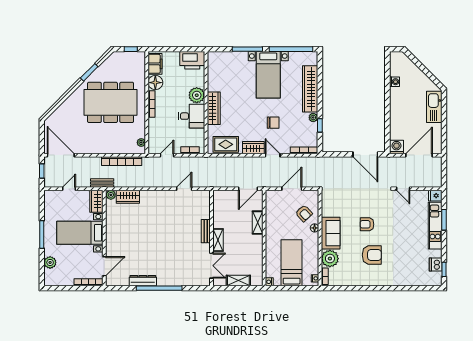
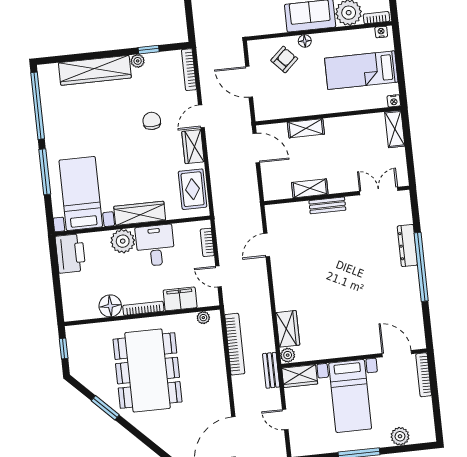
filing cabinet: (155, 64) -> (180, 299), moved
bed with nightstands: (268, 75) -> (81, 193), moved, turned -90
door: (184, 189) -> (267, 245), hinge flipped
shelving: (218, 240) -> (310, 188), moved
shelving: (238, 280) -> (395, 129), moved
dresser: (143, 281) -> (407, 246), moved

